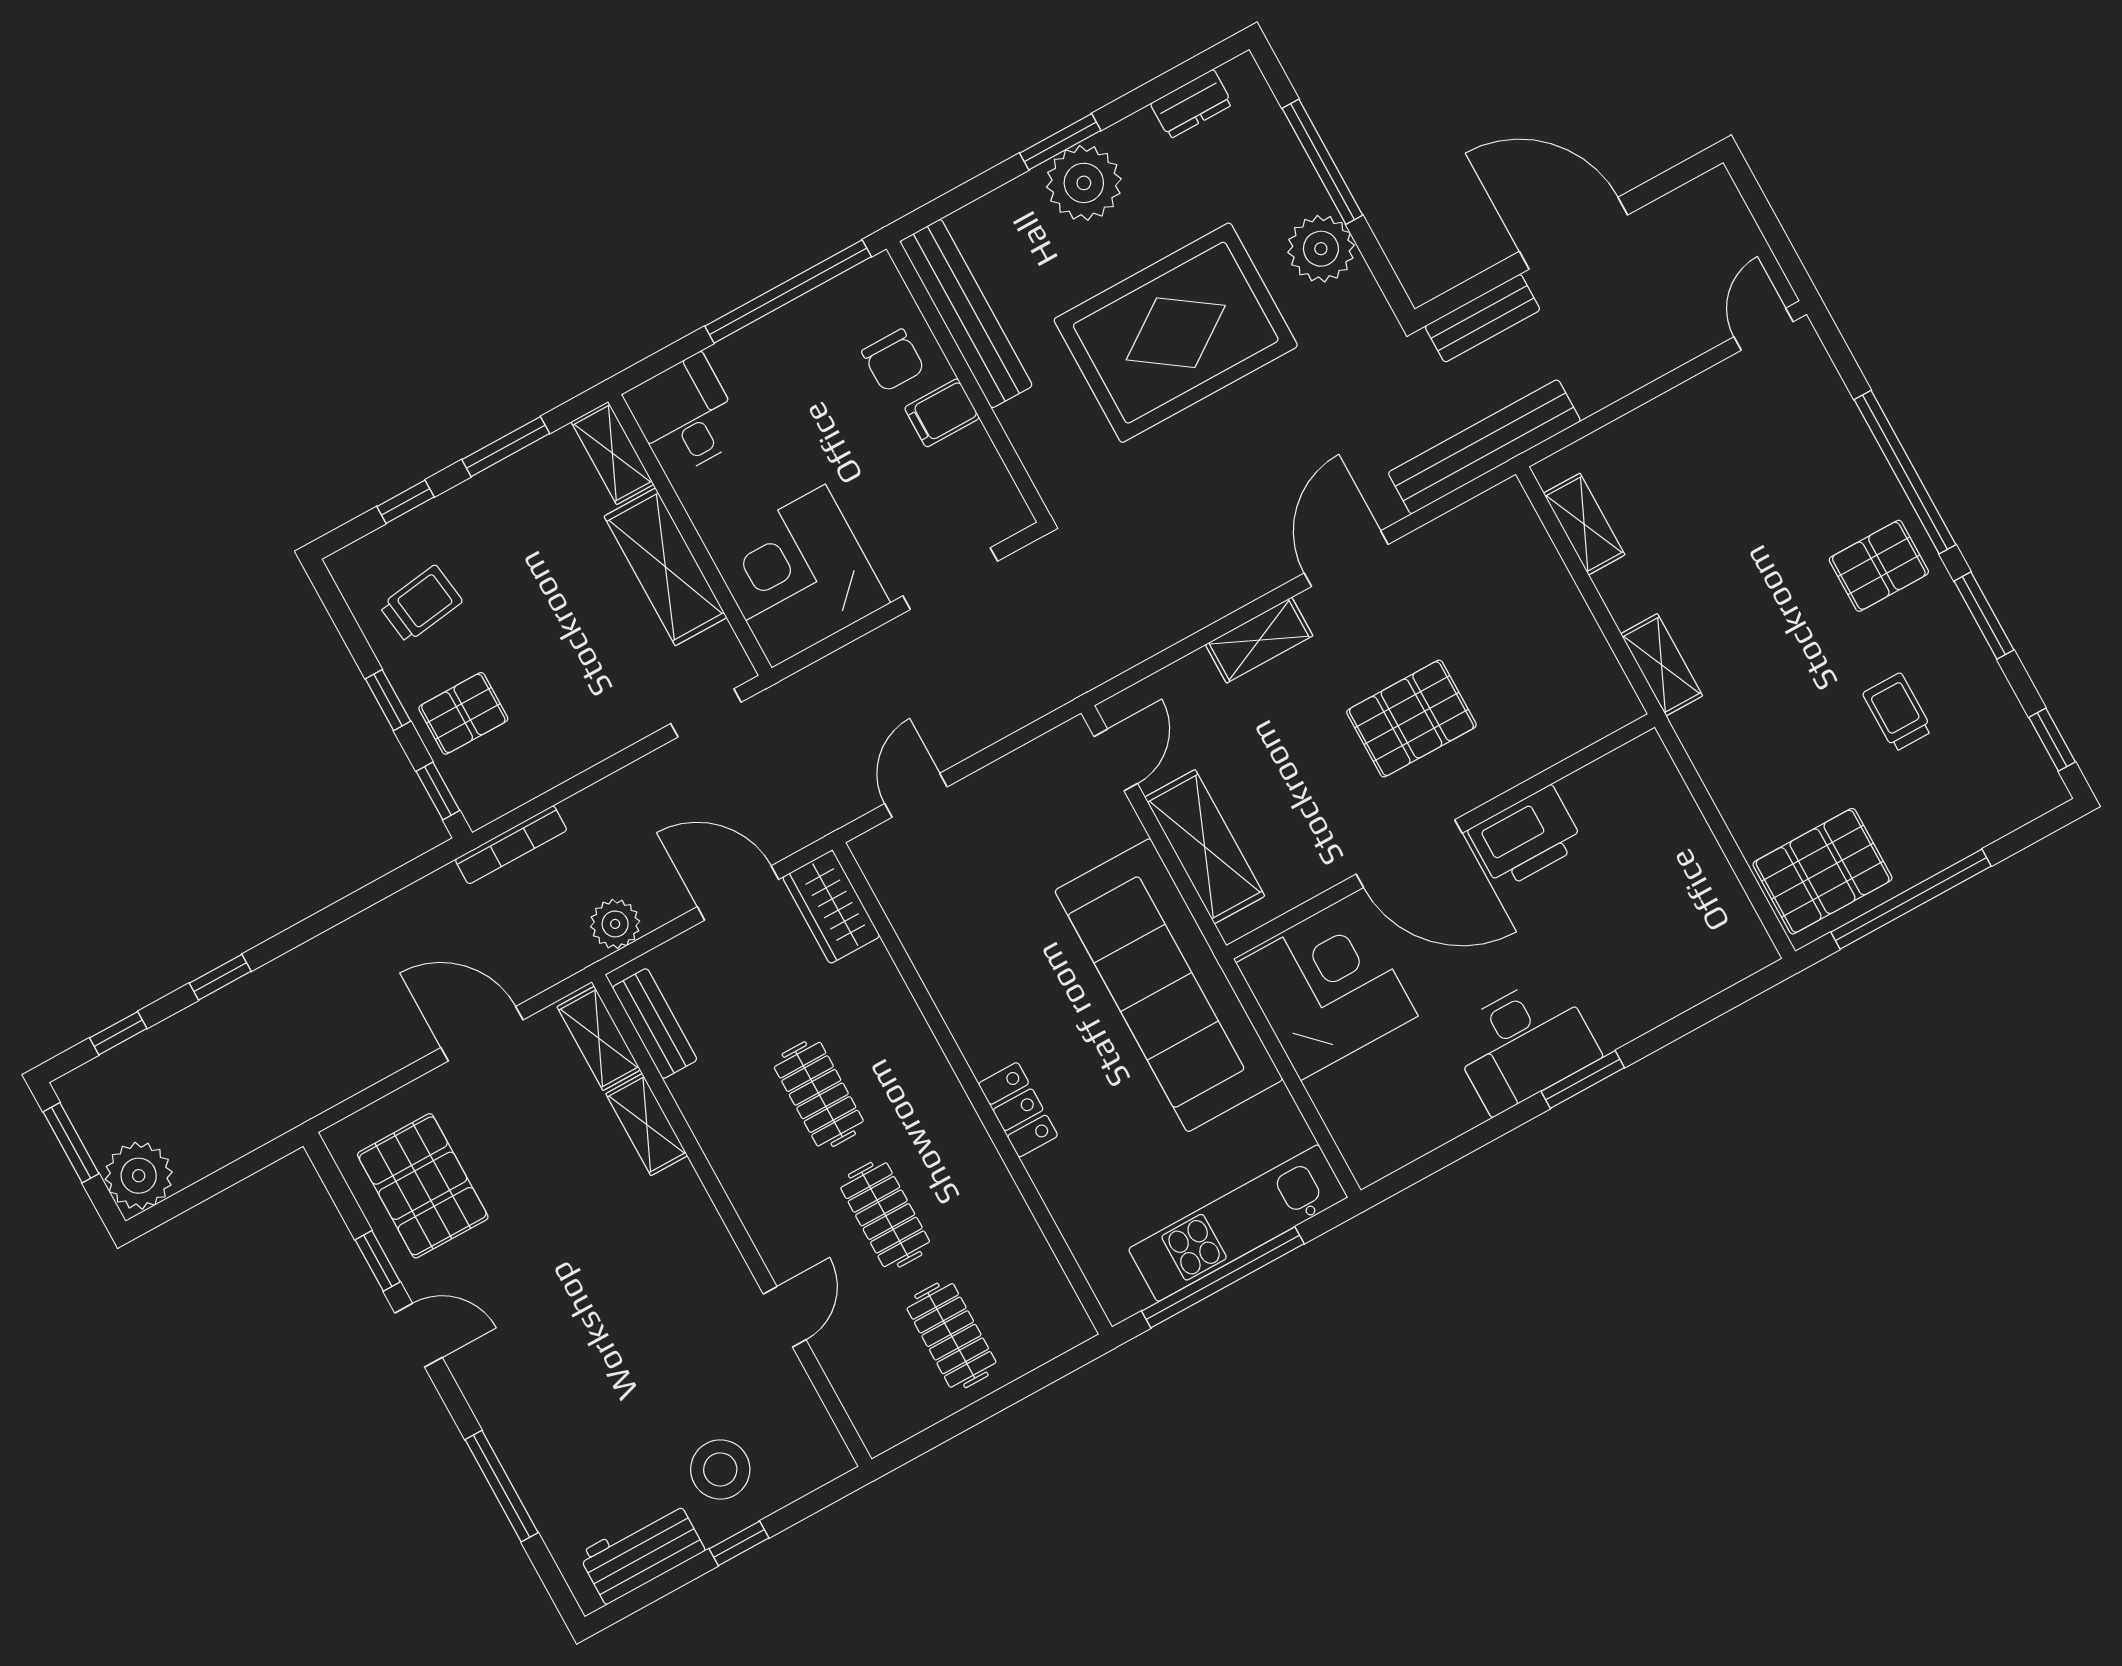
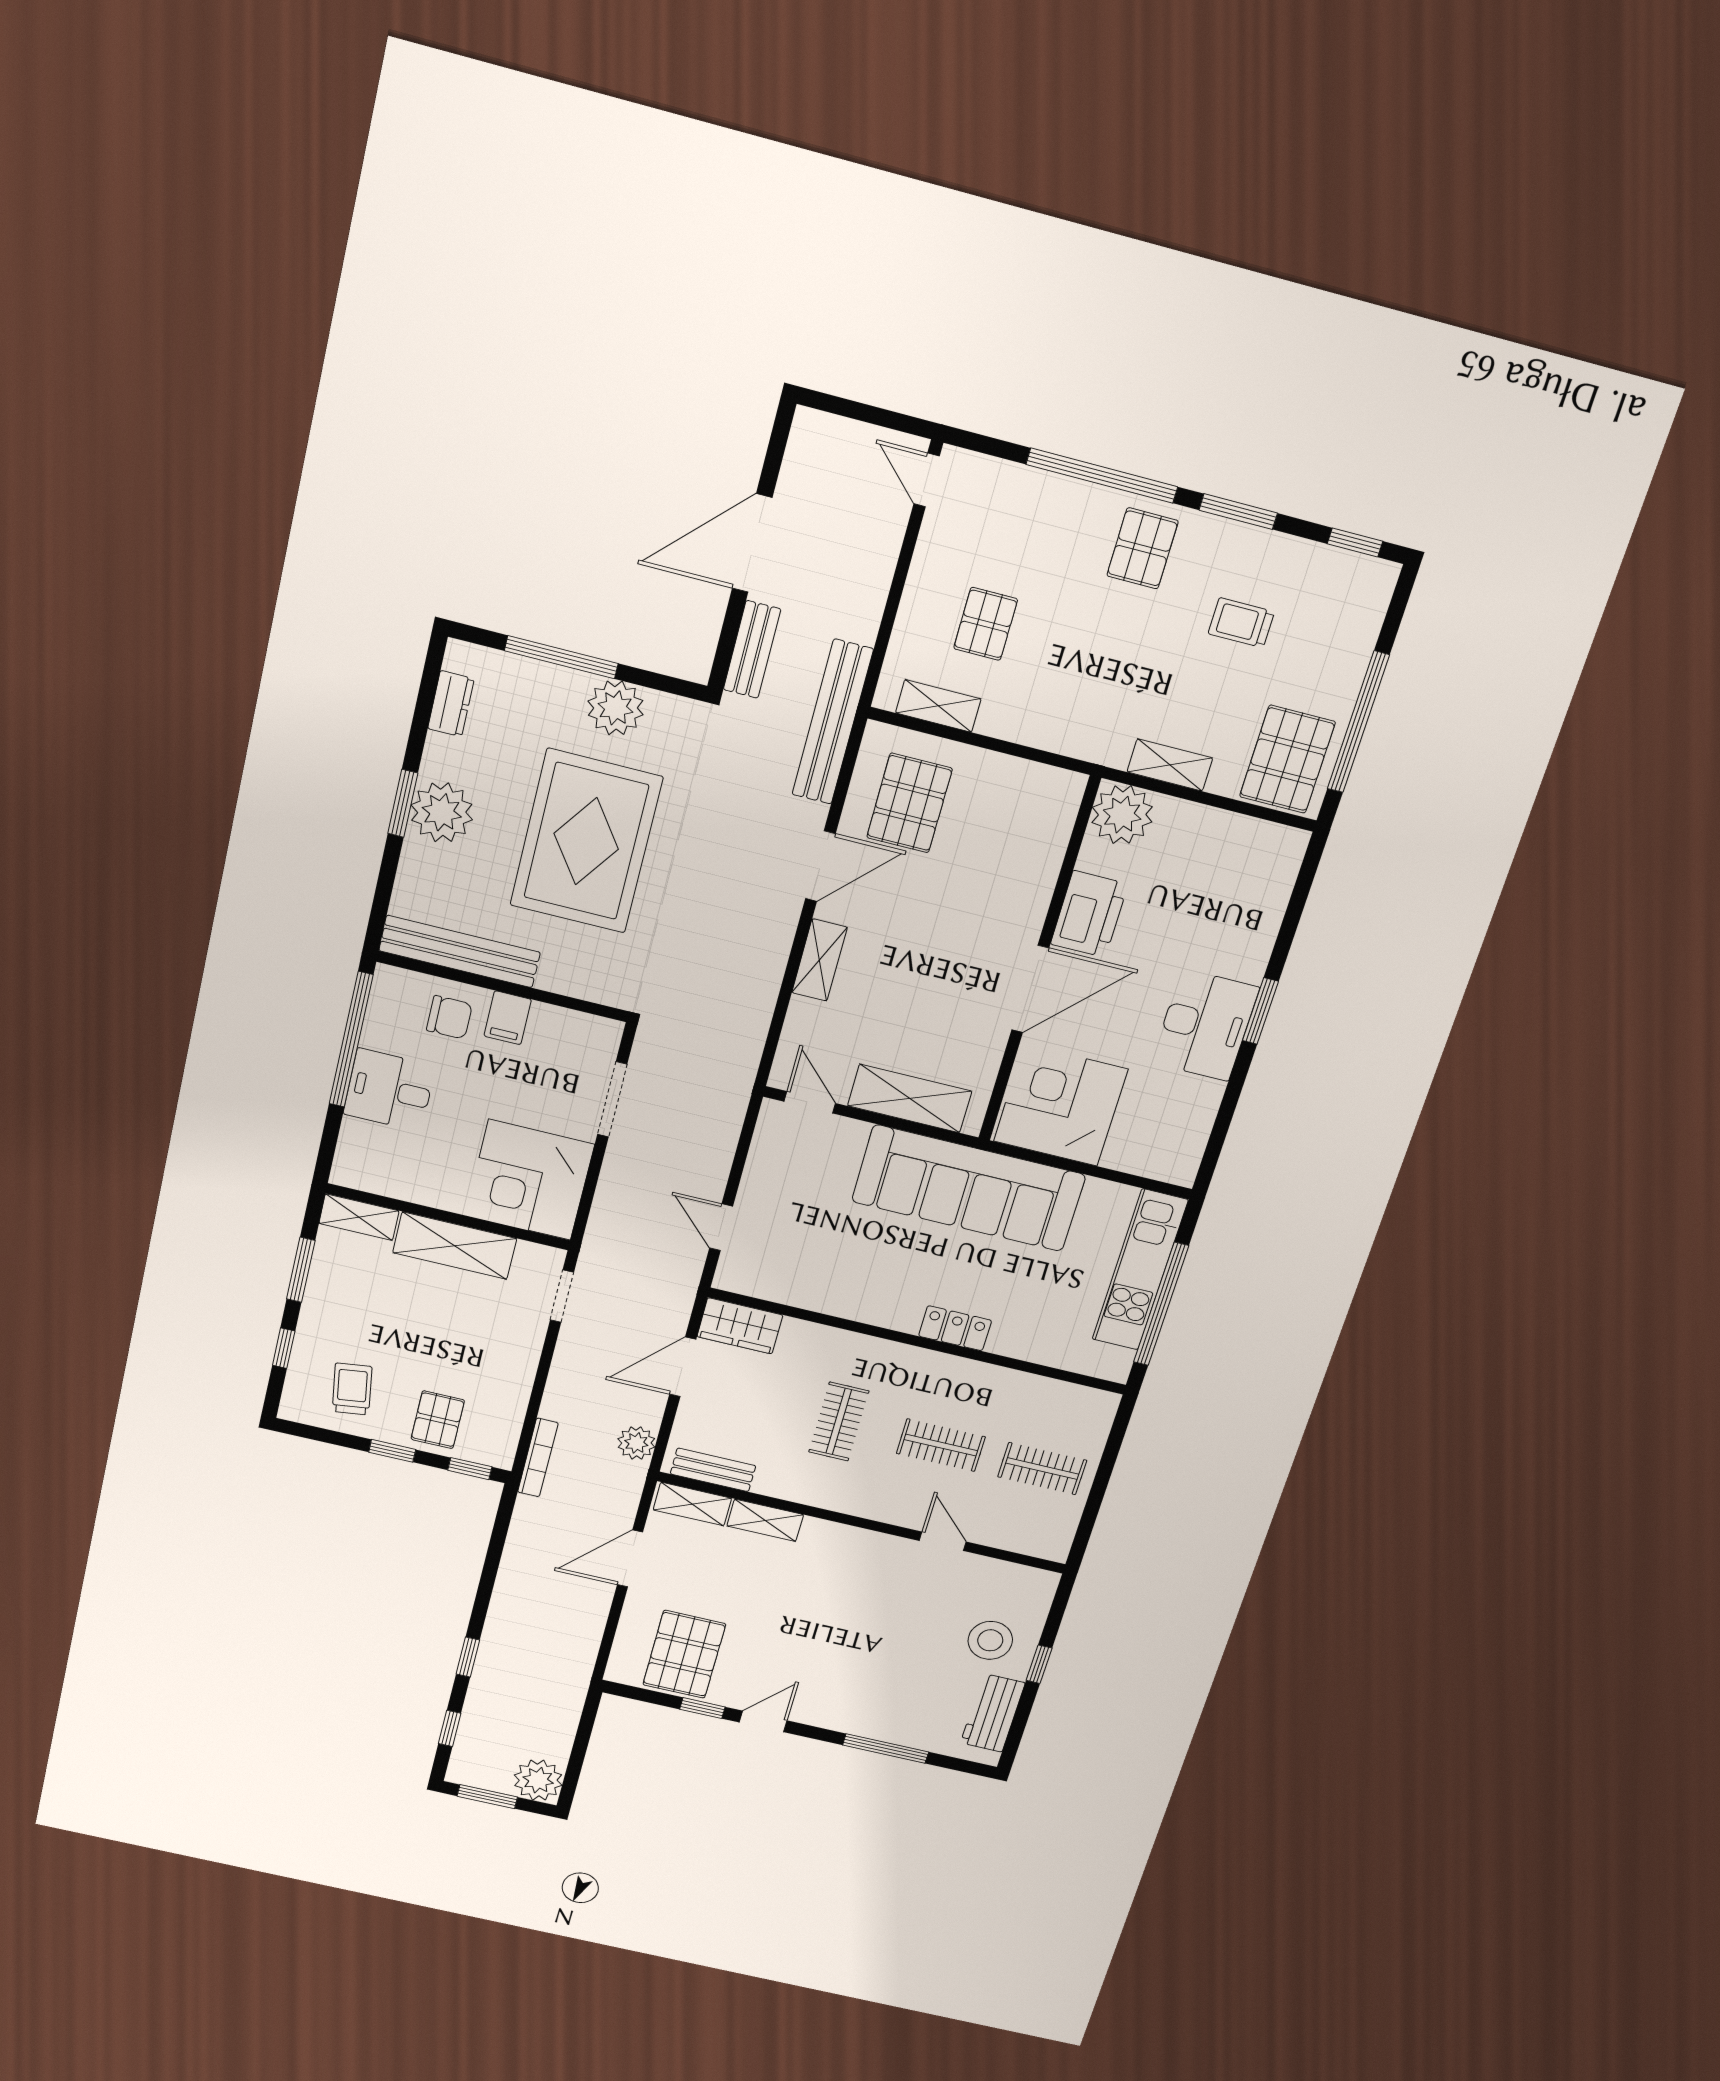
desk: (685, 416) -> (389, 1090), moved
pallet: (1692, 496) -> (986, 624), added
door: (1346, 559) -> (820, 866), swing flipped
shelving: (1662, 665) -> (1170, 765), moved
pallet: (1411, 719) -> (909, 803), moved
plant: (1640, 777) -> (1122, 815), added
clothes rail: (819, 1094) -> (839, 1421), turned 90
pallet: (423, 1186) -> (684, 1654), turned 90

